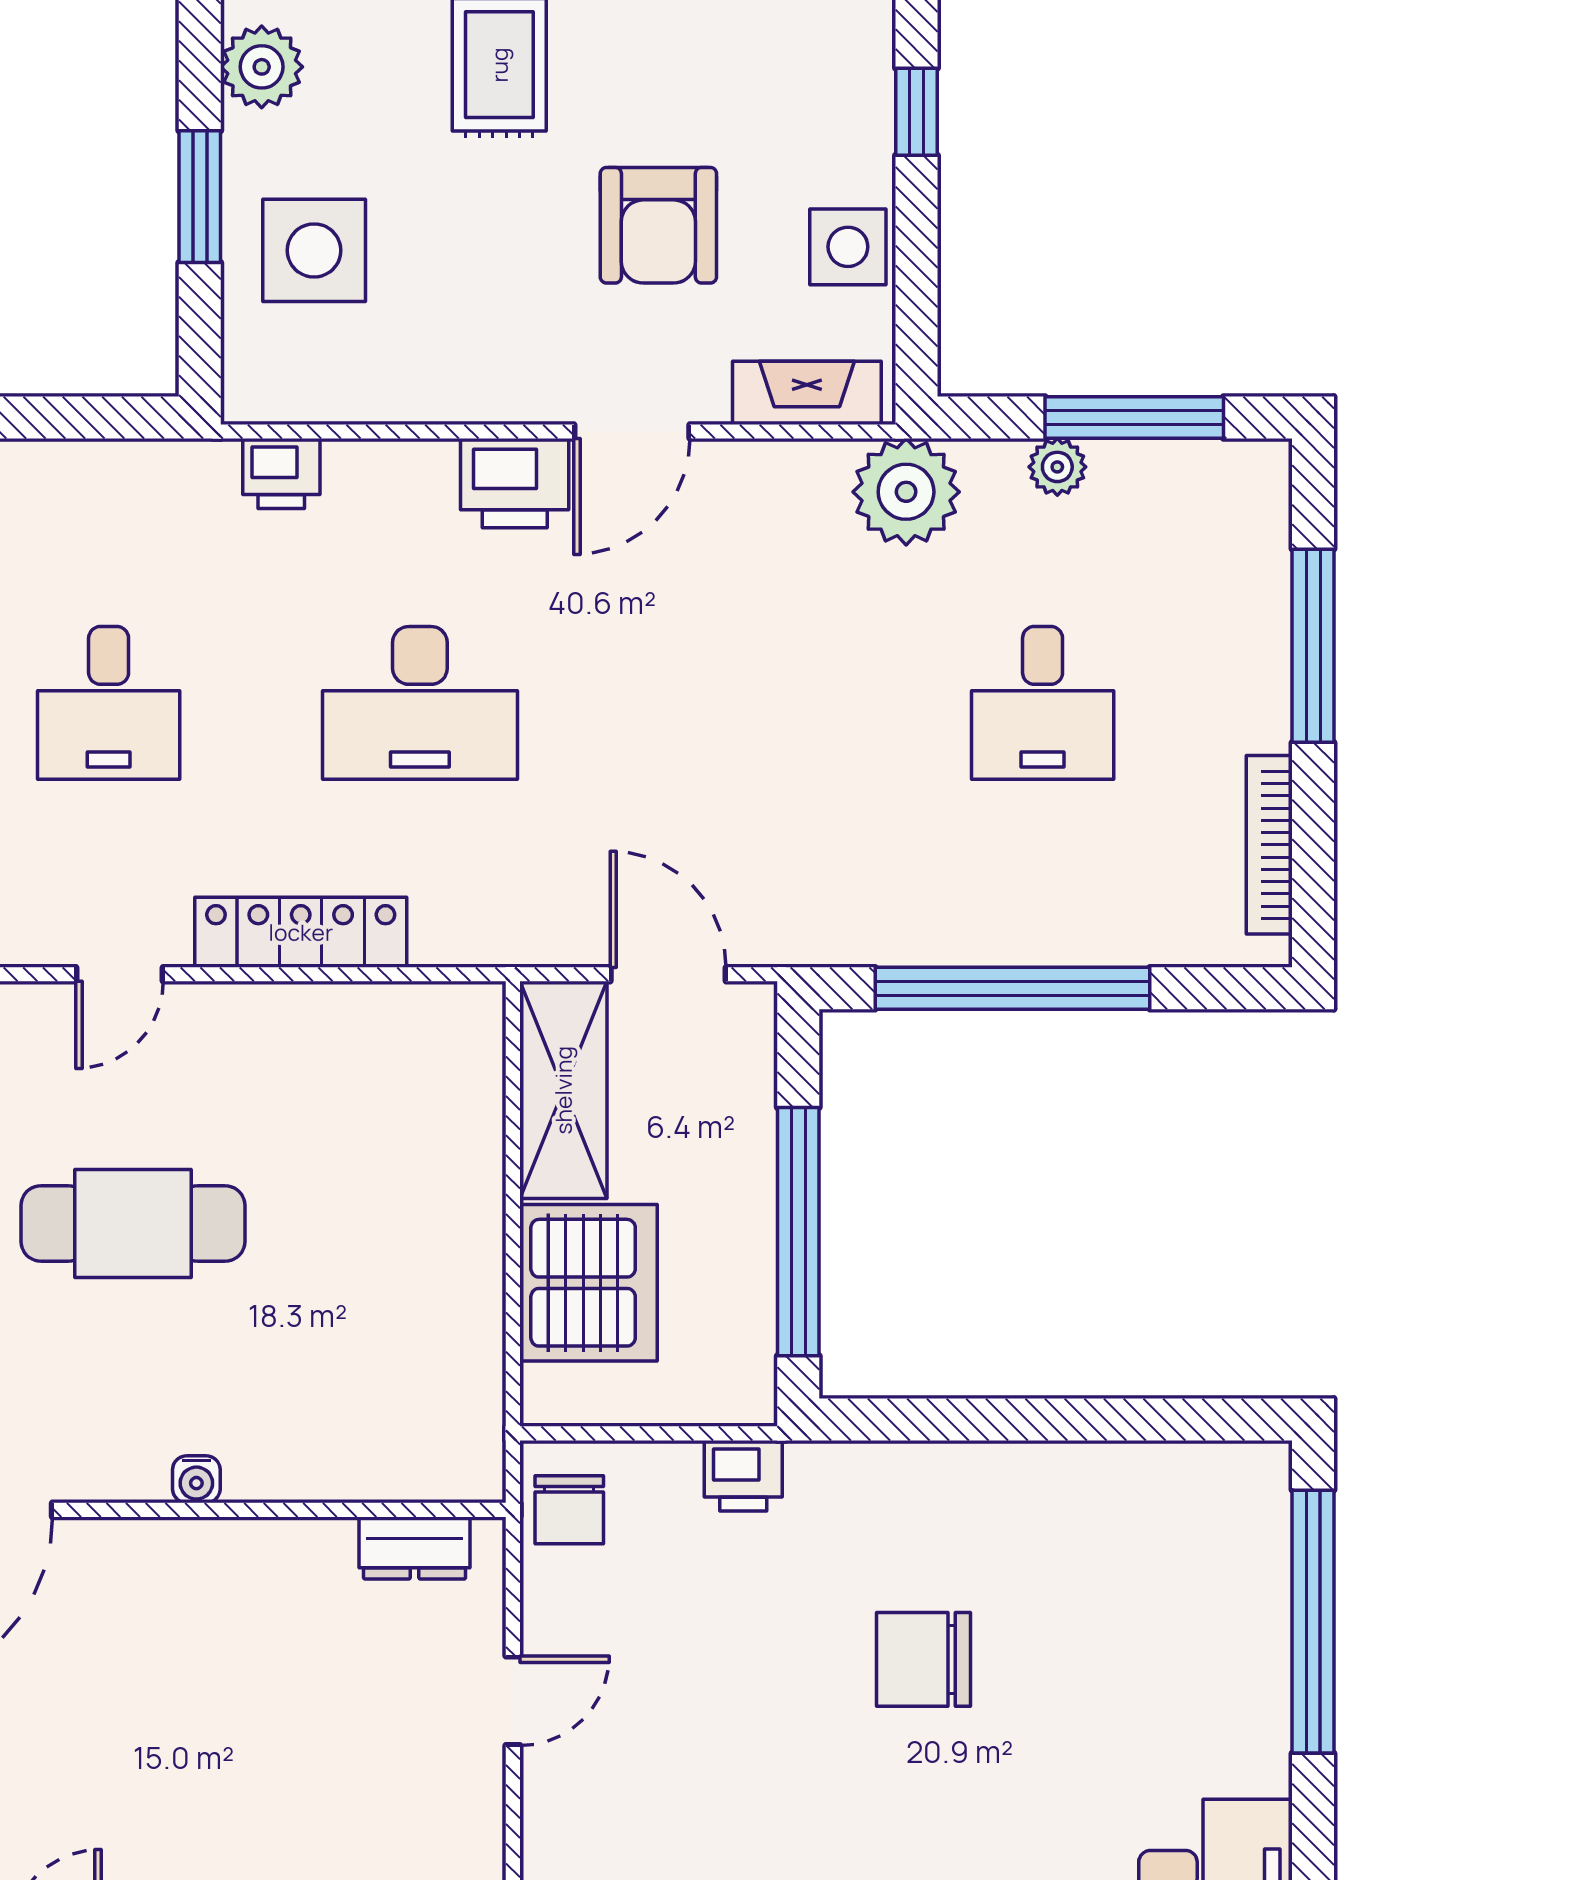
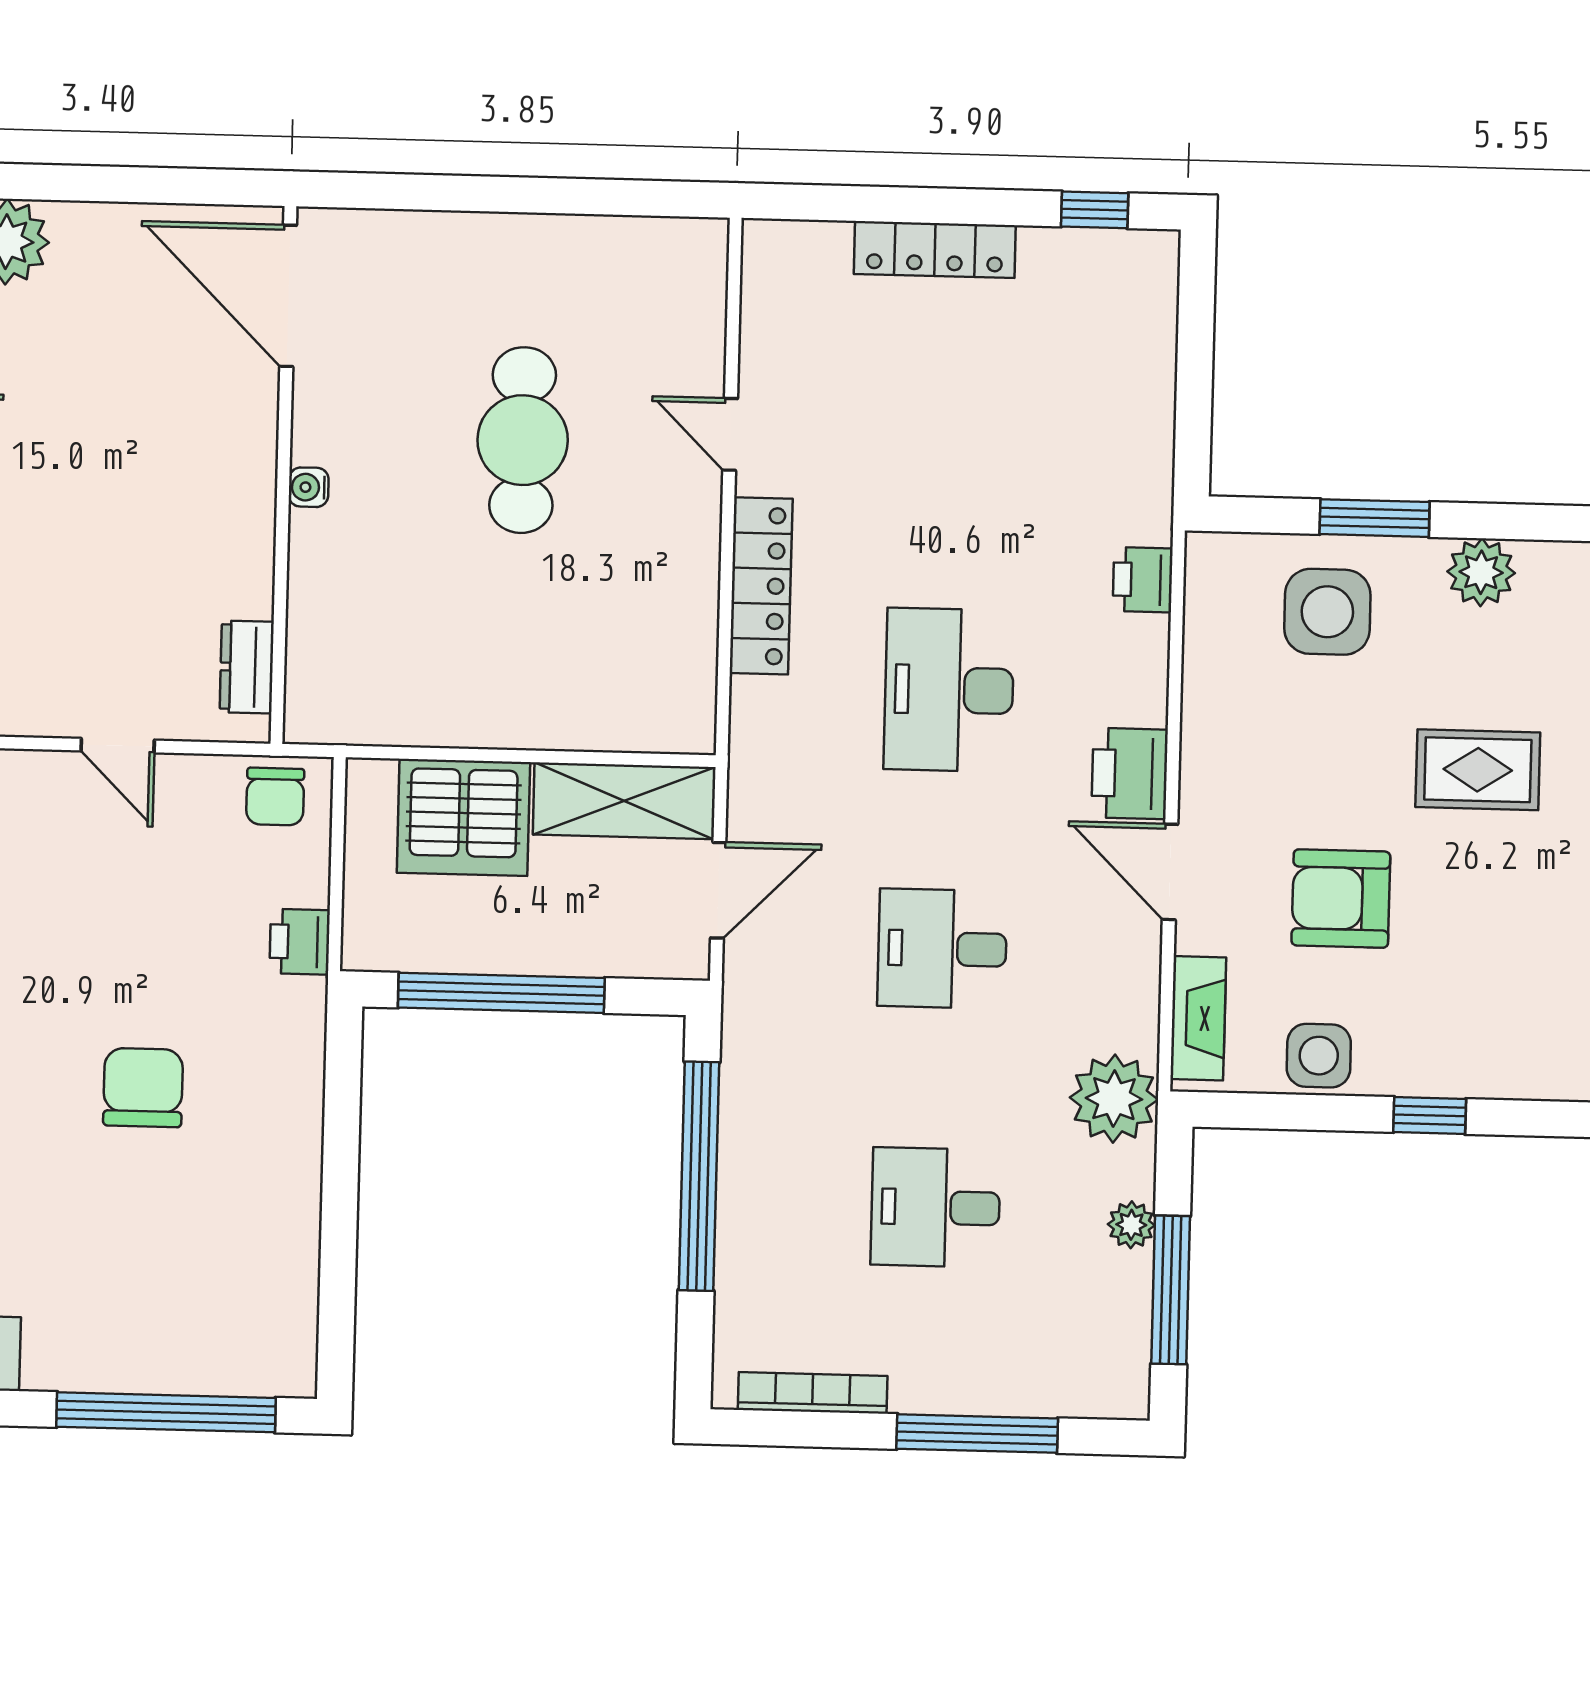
desk: (109, 703) -> (942, 949), moved
chair: (569, 1510) -> (275, 796), turned -90

